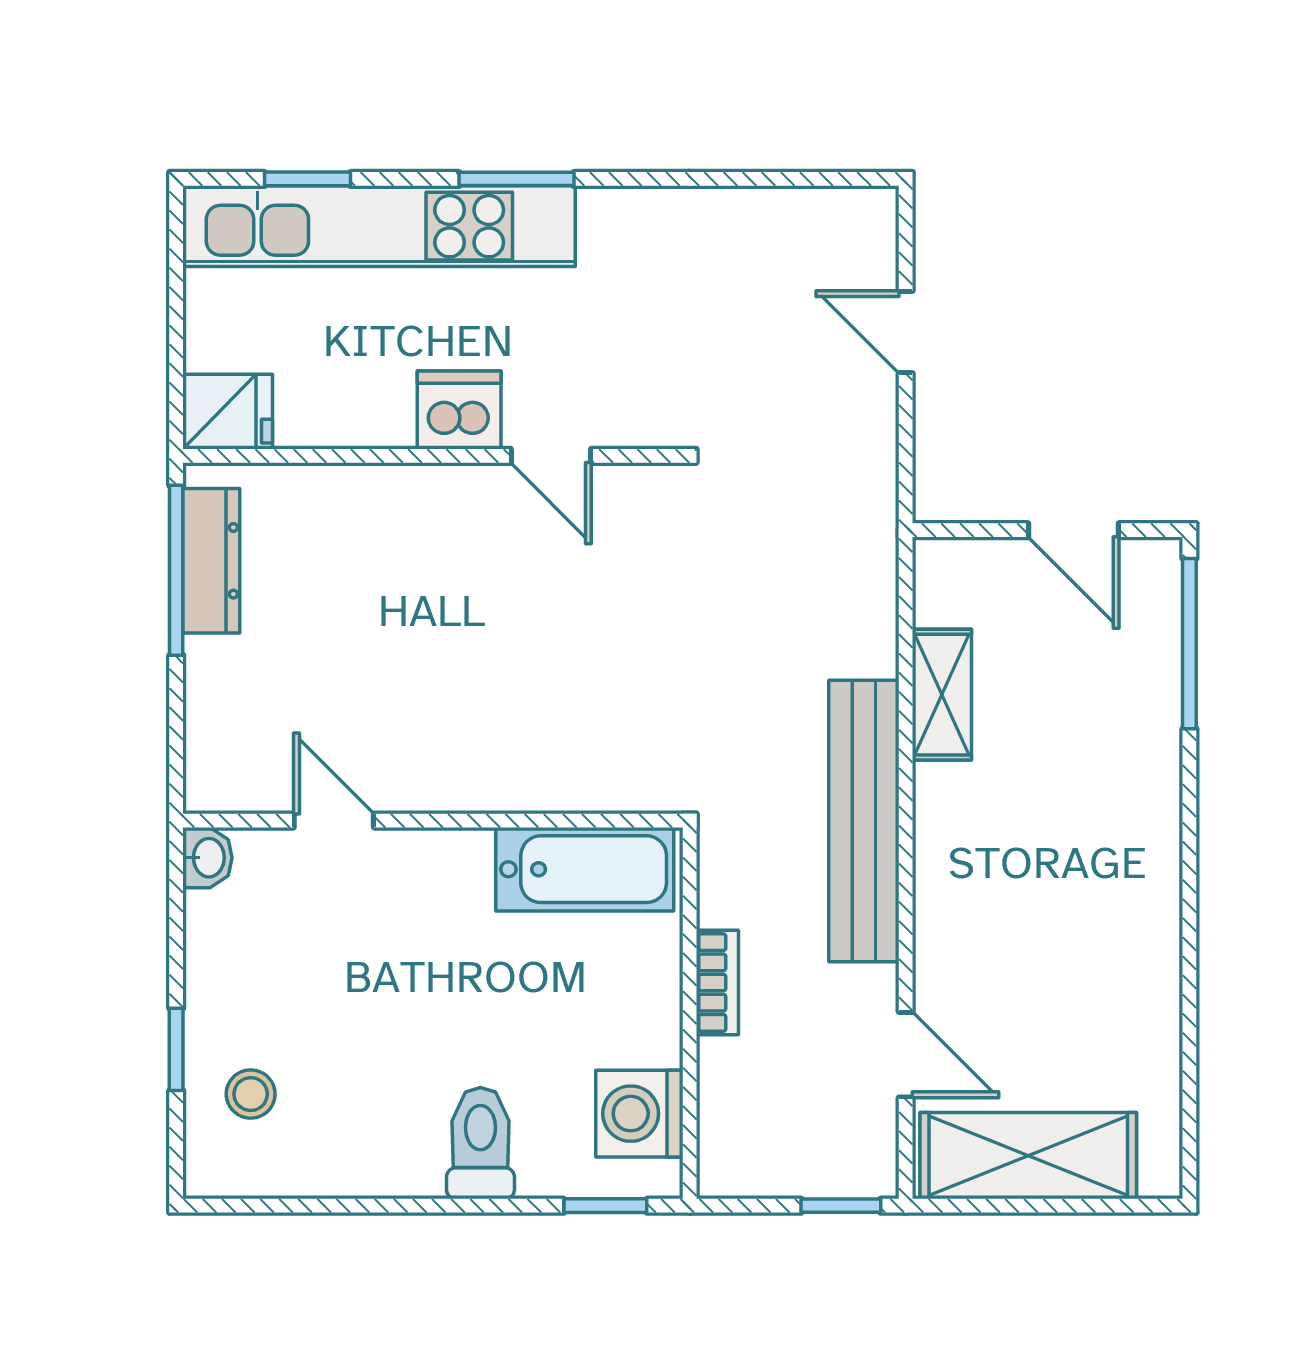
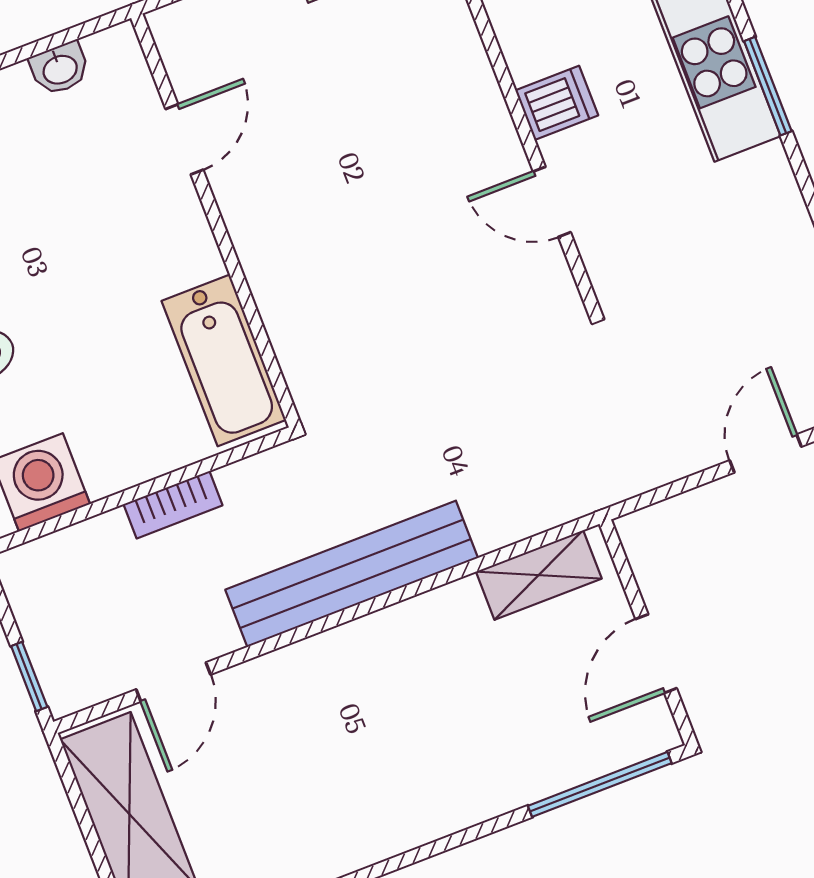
dishwasher: (459, 410) -> (557, 103), width x0.73
door: (551, 456) -> (552, 202), hinge flipped
shelving: (942, 695) -> (539, 575), moved
washbasin: (207, 858) -> (60, 68), moved

